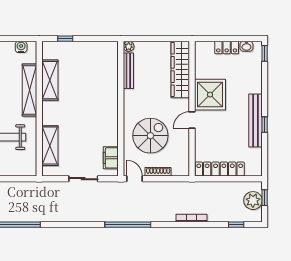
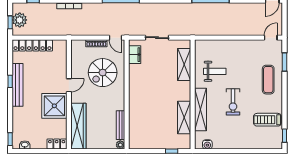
locker: (227, 47) -> (57, 144), moved
locker: (220, 169) -> (32, 45), moved

